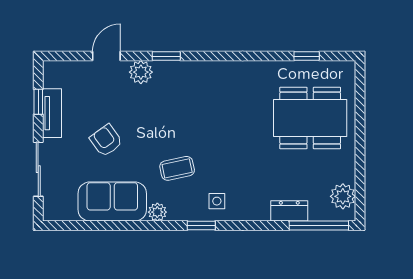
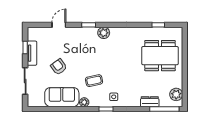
plant: (141, 72) -> (104, 33), moved

